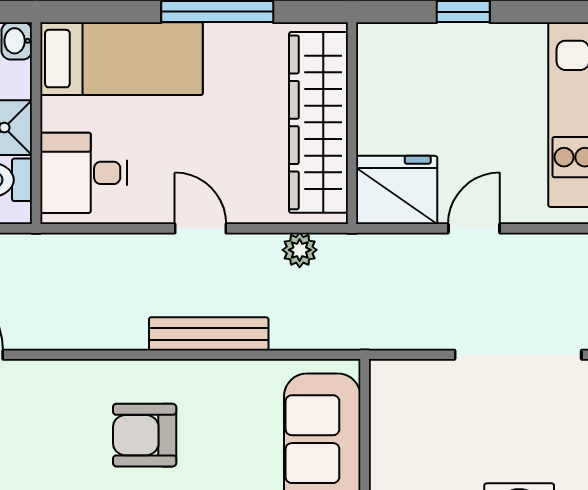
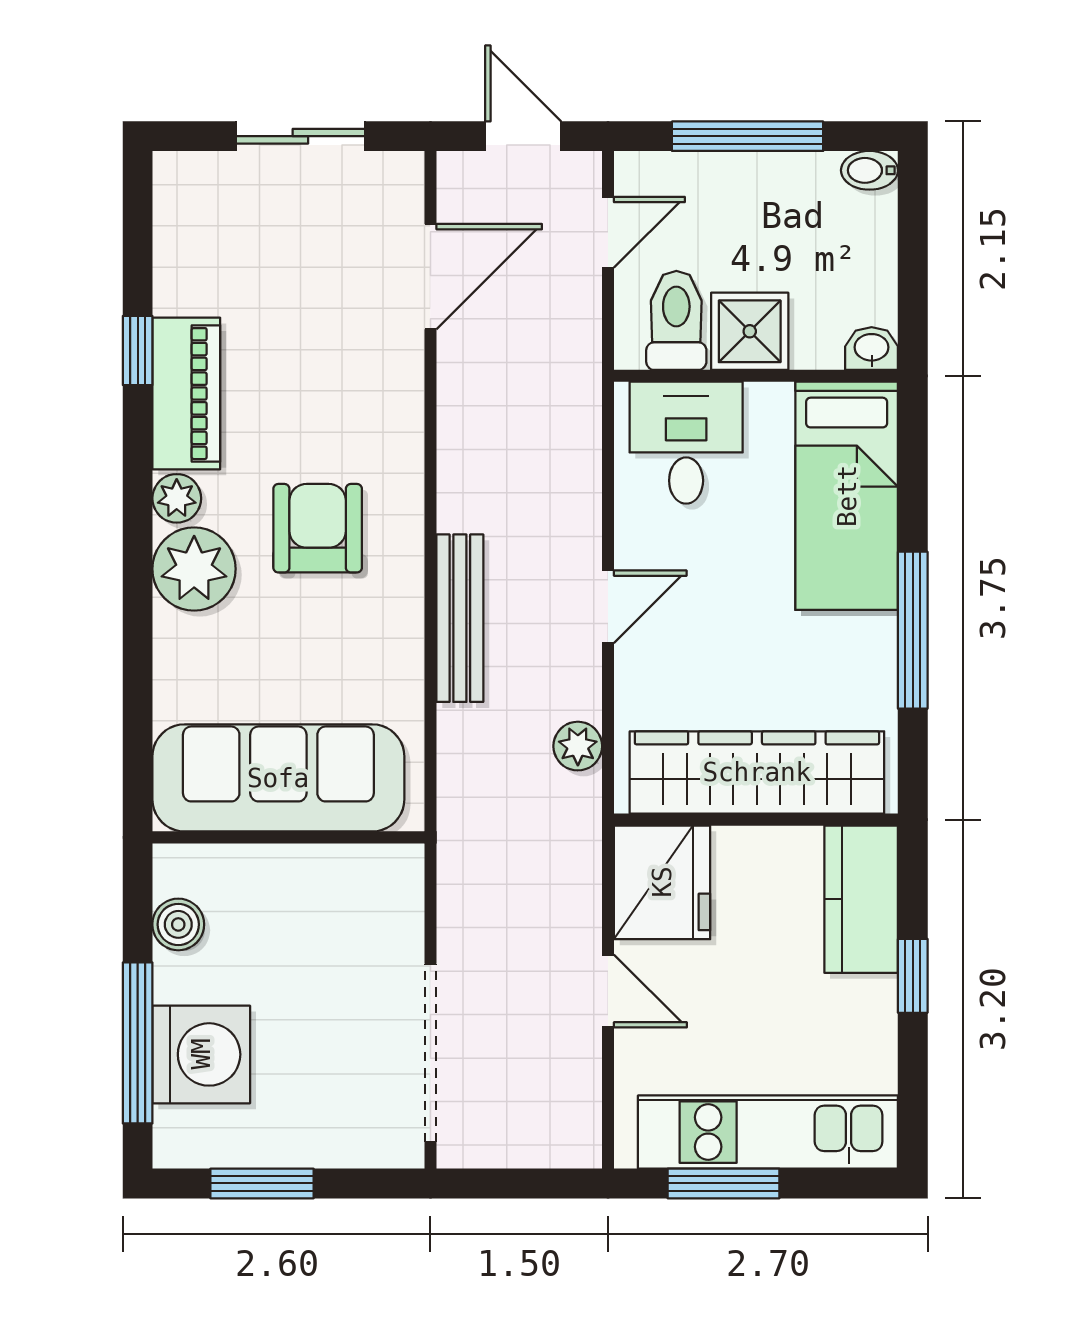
kitchen counter: (409, 48) -> (861, 899), added

